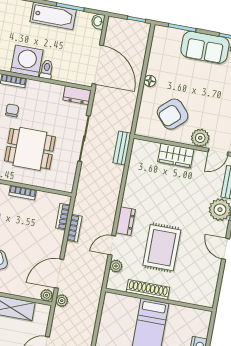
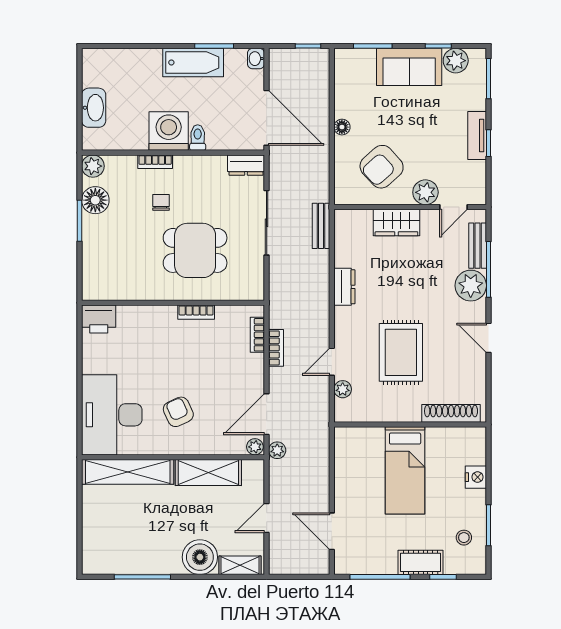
dresser: (126, 221) -> (344, 287), moved
shoe rack: (148, 290) -> (451, 413), moved

